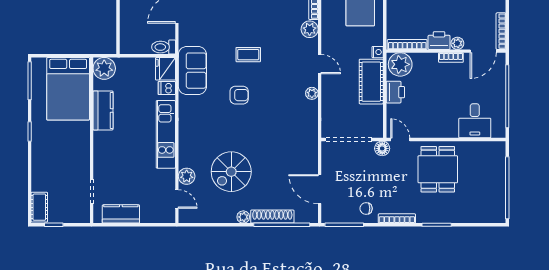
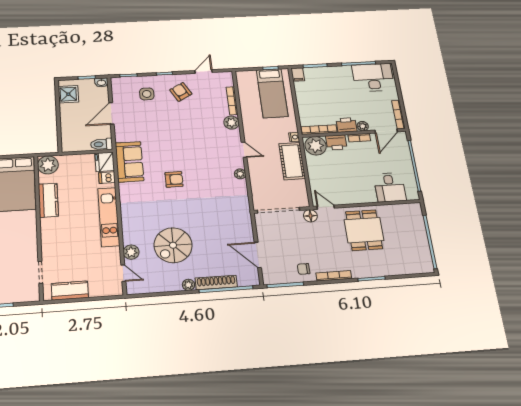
coffee table: (248, 55) -> (179, 146), removed
printer: (395, 92) -> (336, 142), moved, turned 90

